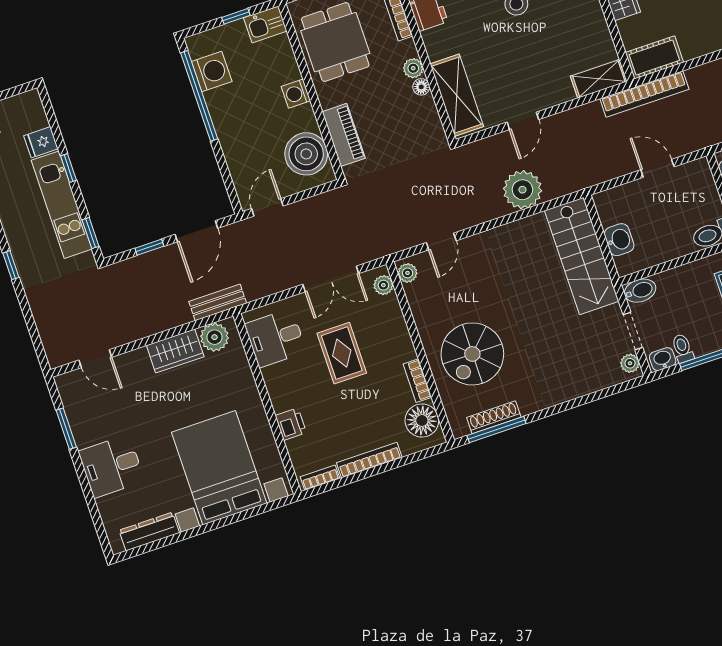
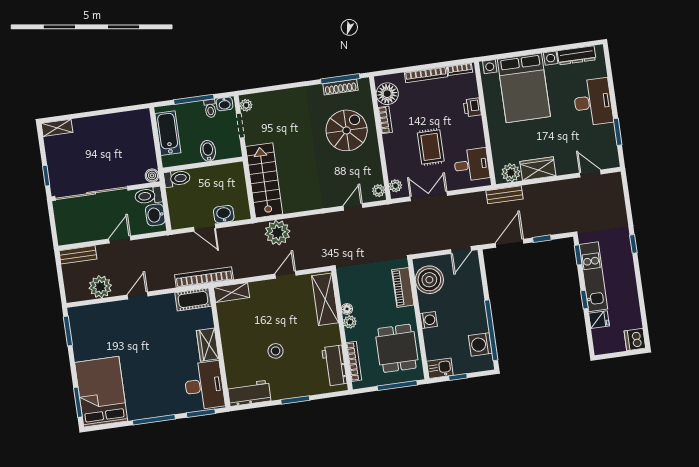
plant: (522, 190) -> (278, 233), moved
washbasin: (619, 240) -> (224, 214), moved, turned 90
bidet: (640, 291) -> (208, 151), moved, turned 90
desk: (112, 466) -> (593, 102), width x1.37

